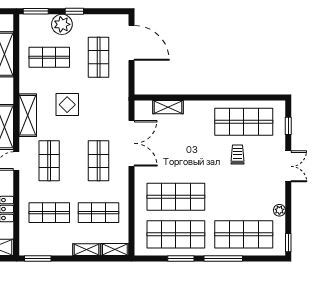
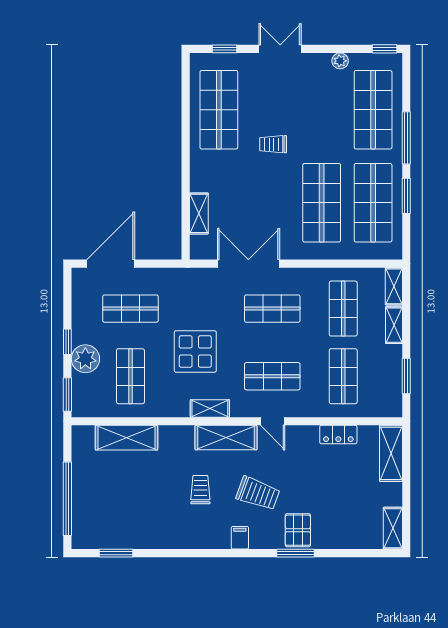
display table: (67, 105) -> (195, 351), width x1.36, depth x1.36
shelving: (28, 115) -> (210, 408), width x0.67, depth x0.75
trolley: (237, 154) -> (273, 144), moved
window: (38, 259) -> (406, 376), moved

